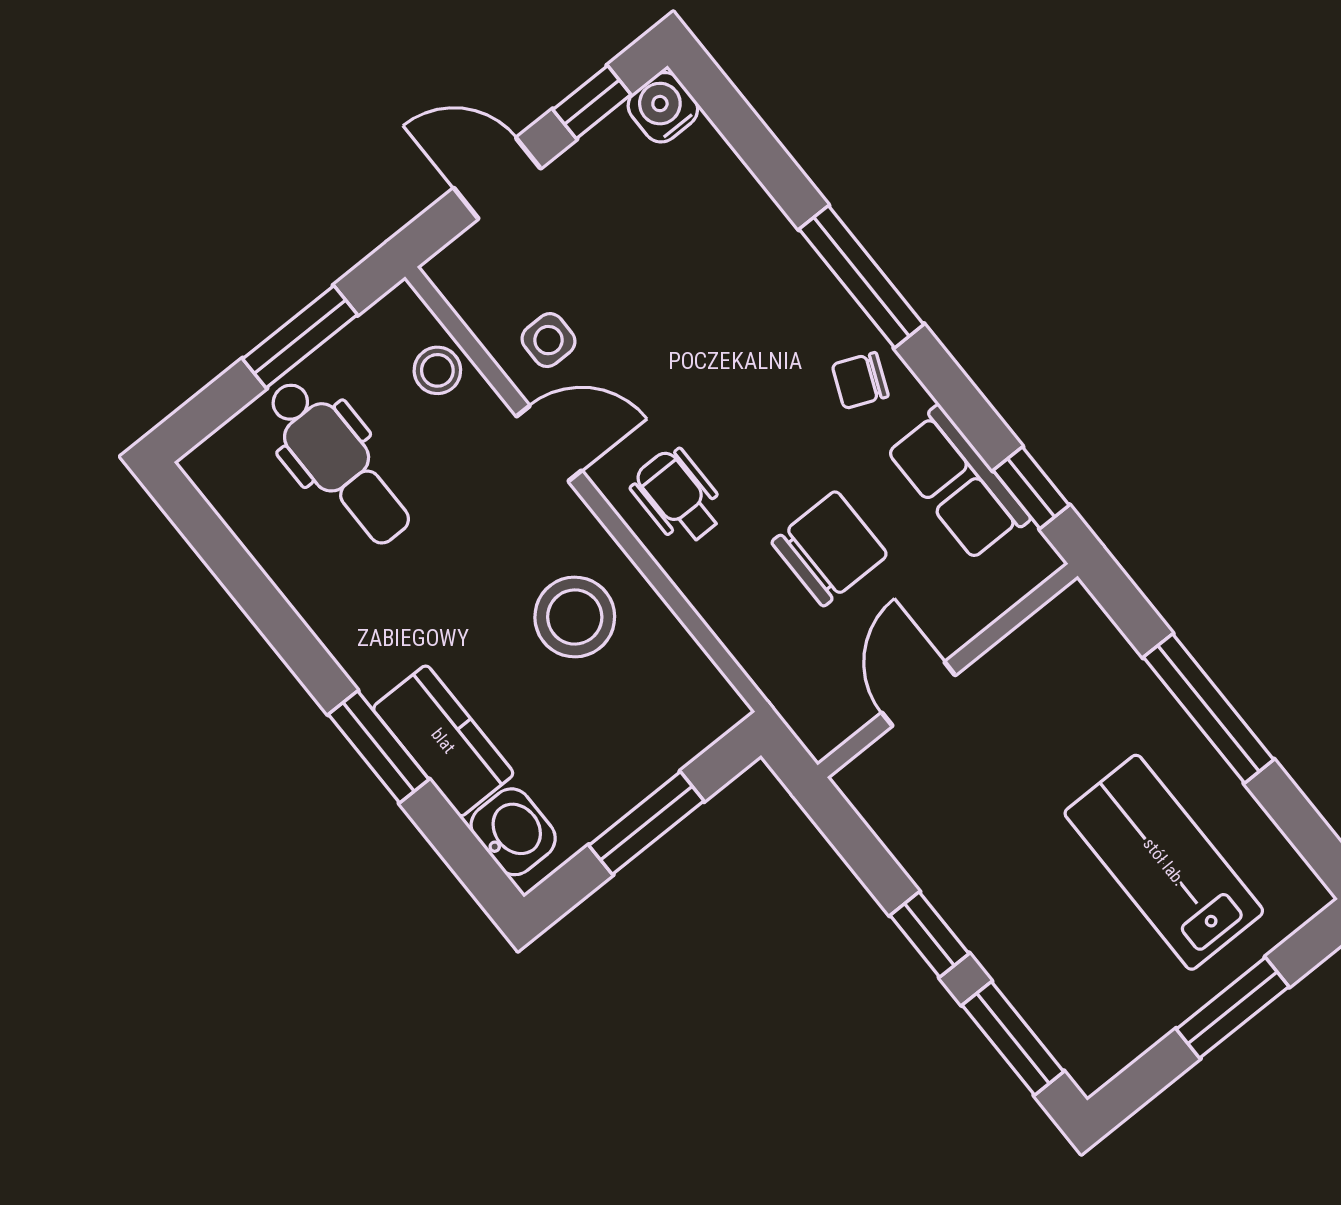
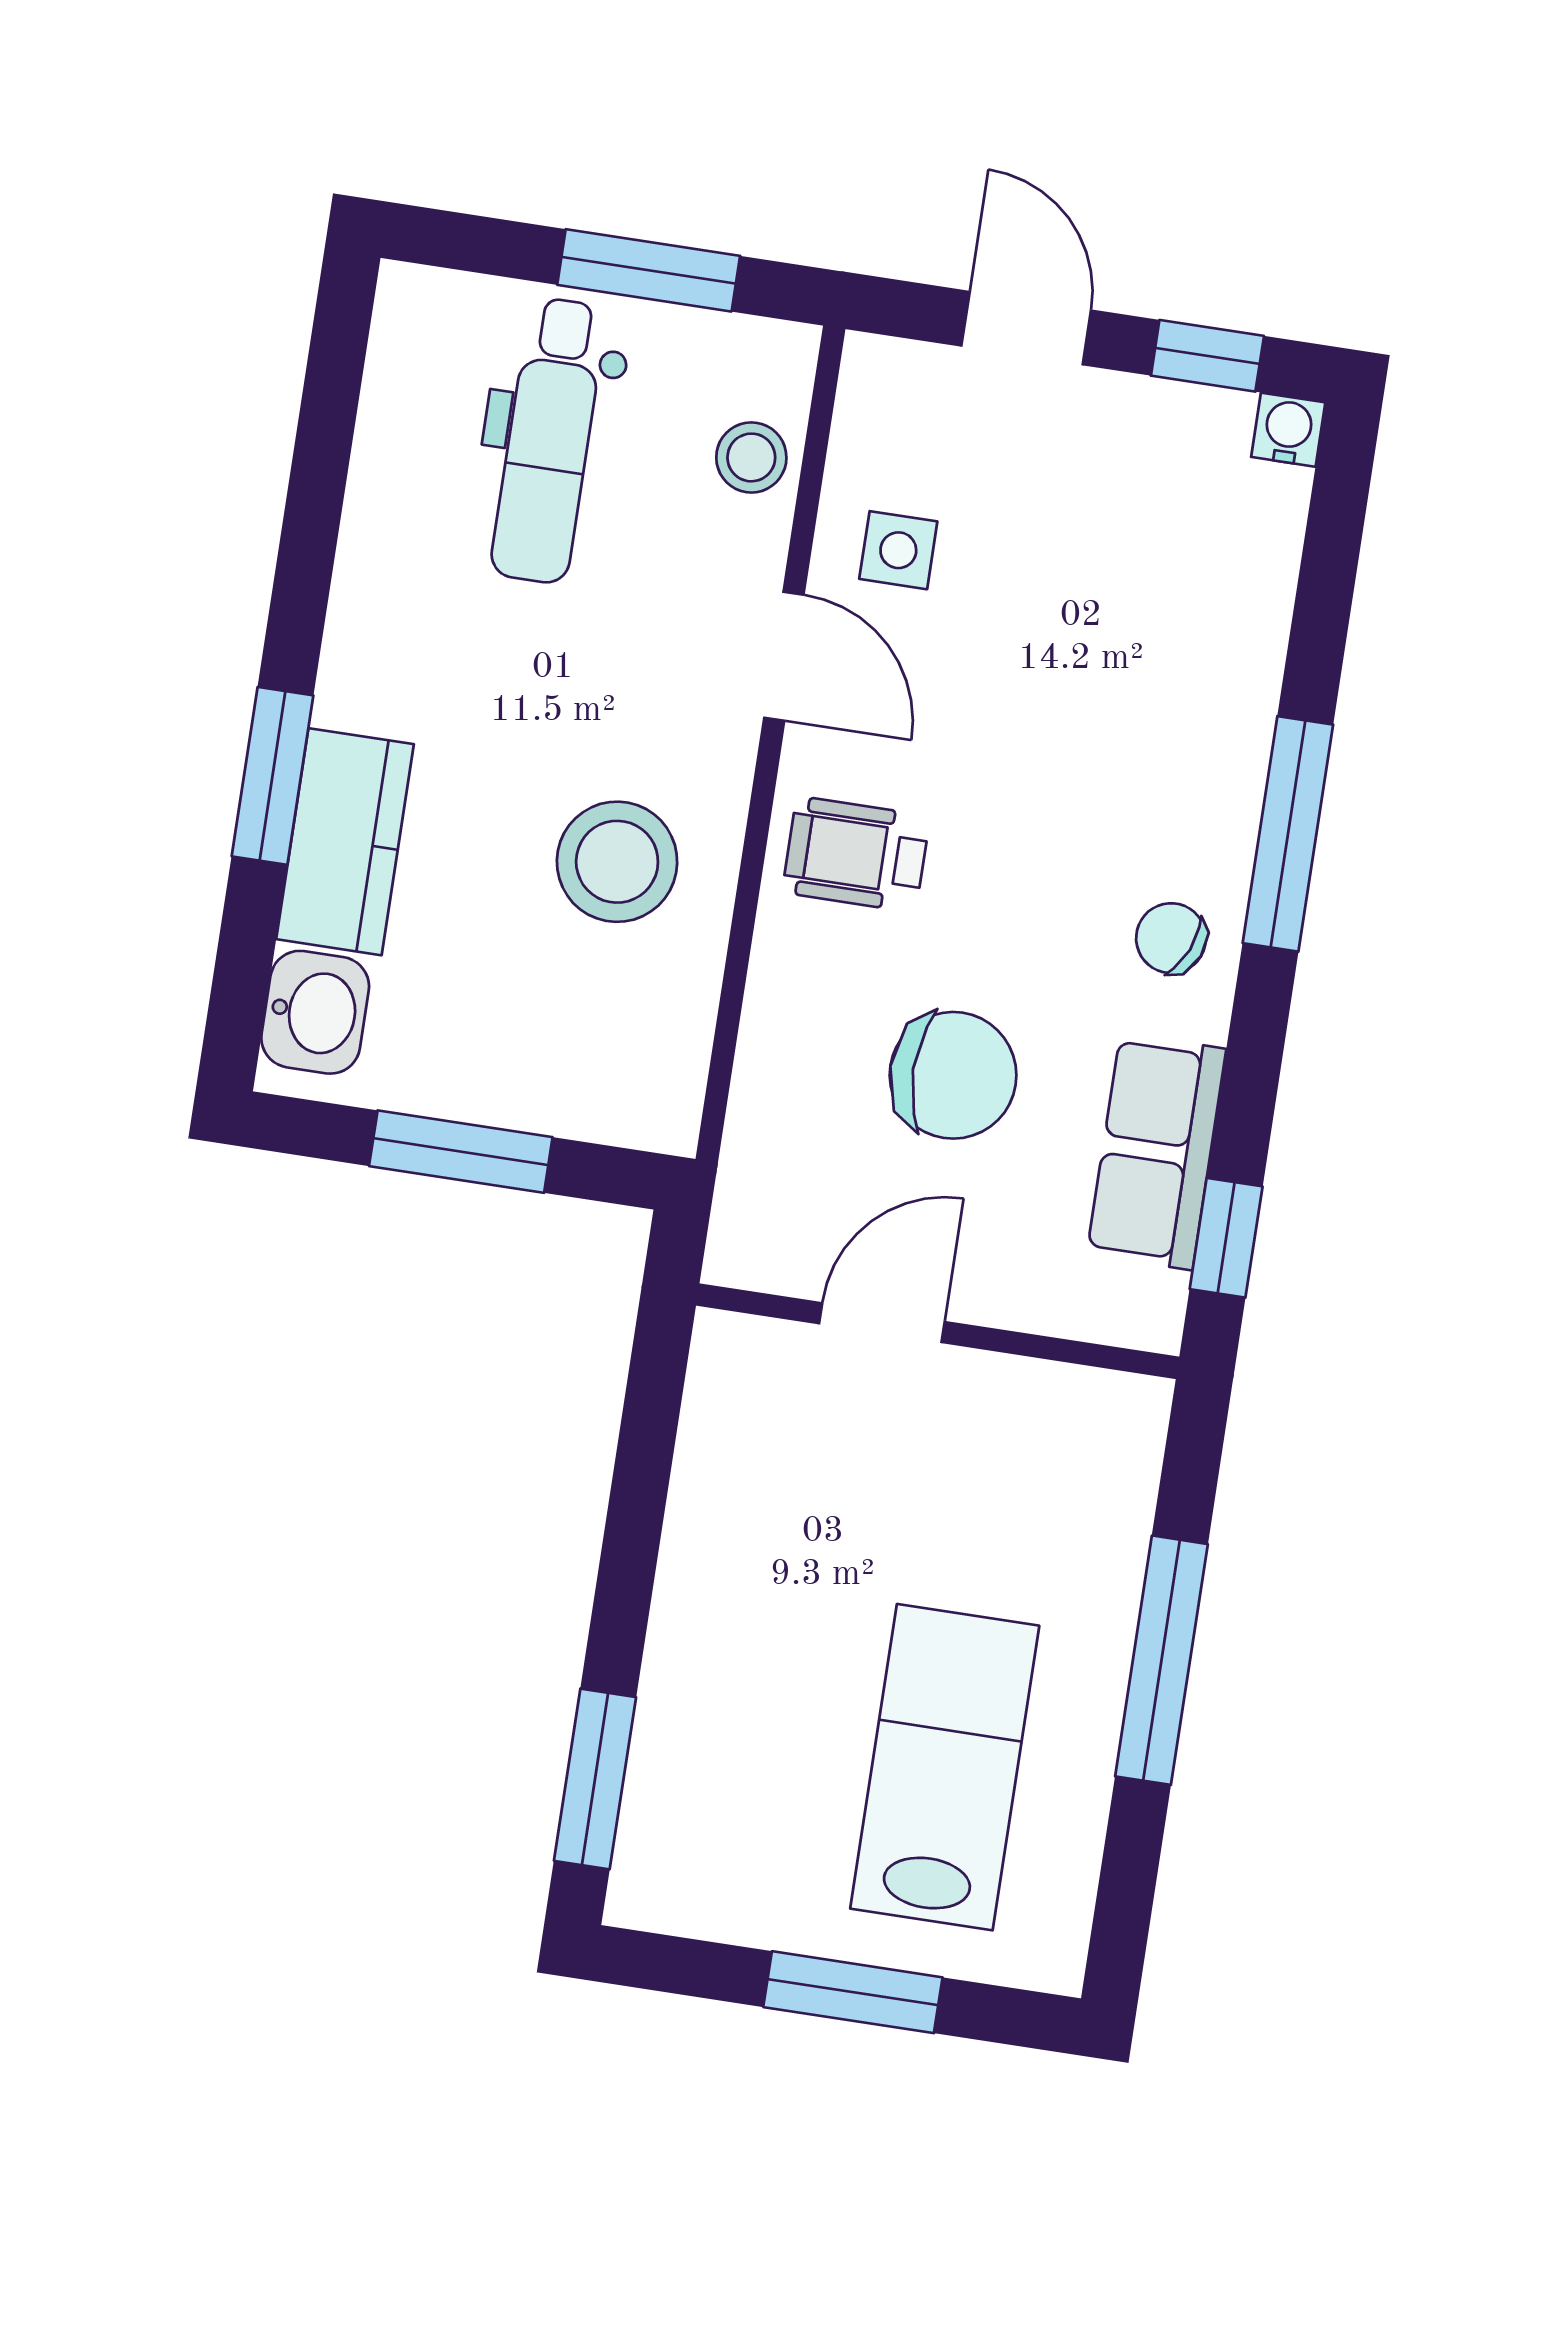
water cooler: (663, 107) -> (1288, 430), width x0.72, depth x0.72
wheelchair: (678, 497) -> (856, 854), turned -90
window: (929, 934) -> (625, 1580), removed

